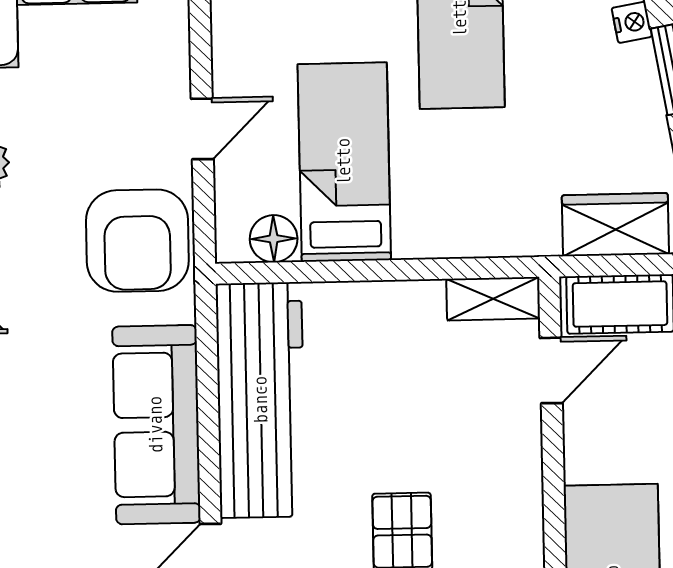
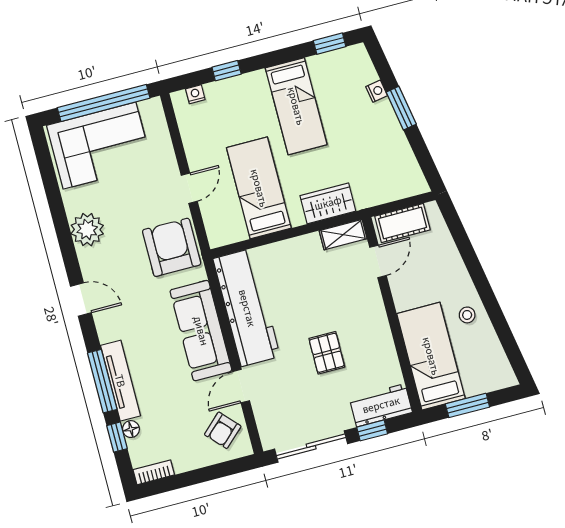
wardrobe: (615, 225) -> (328, 203), moved
floor lamp: (274, 239) -> (235, 231), removed
armchair: (137, 241) -> (172, 247), turned 180

